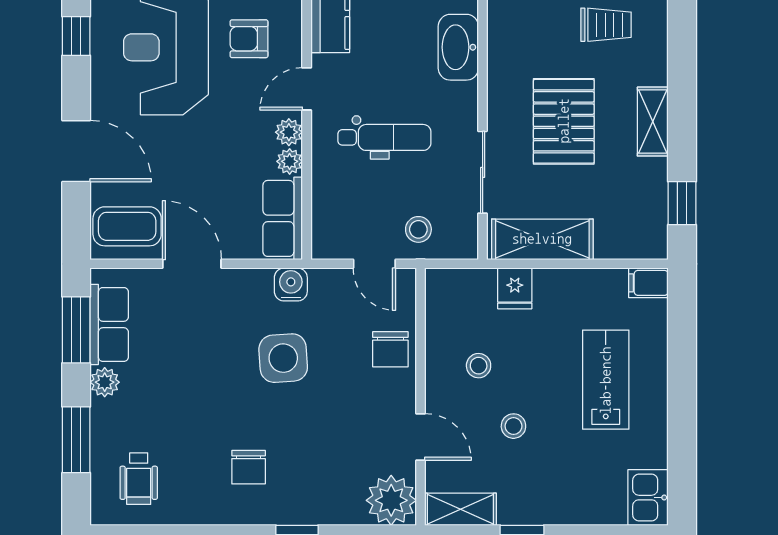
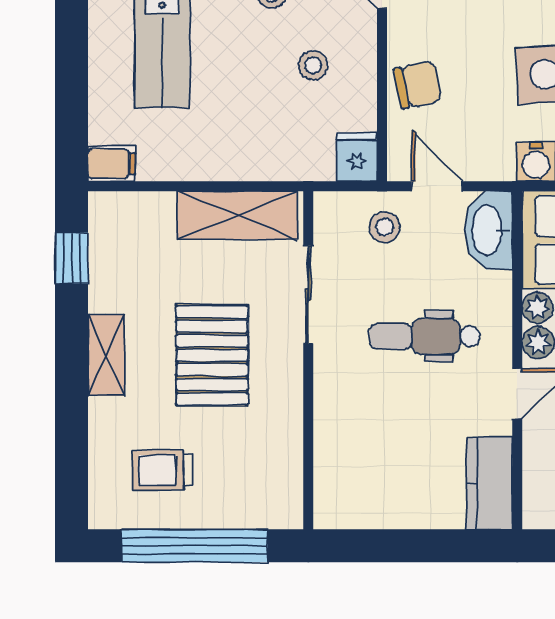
washbasin: (458, 47) -> (488, 230), moved, turned 180
fridge: (515, 288) -> (357, 157), moved
chair: (390, 349) -> (418, 85), turned 78

